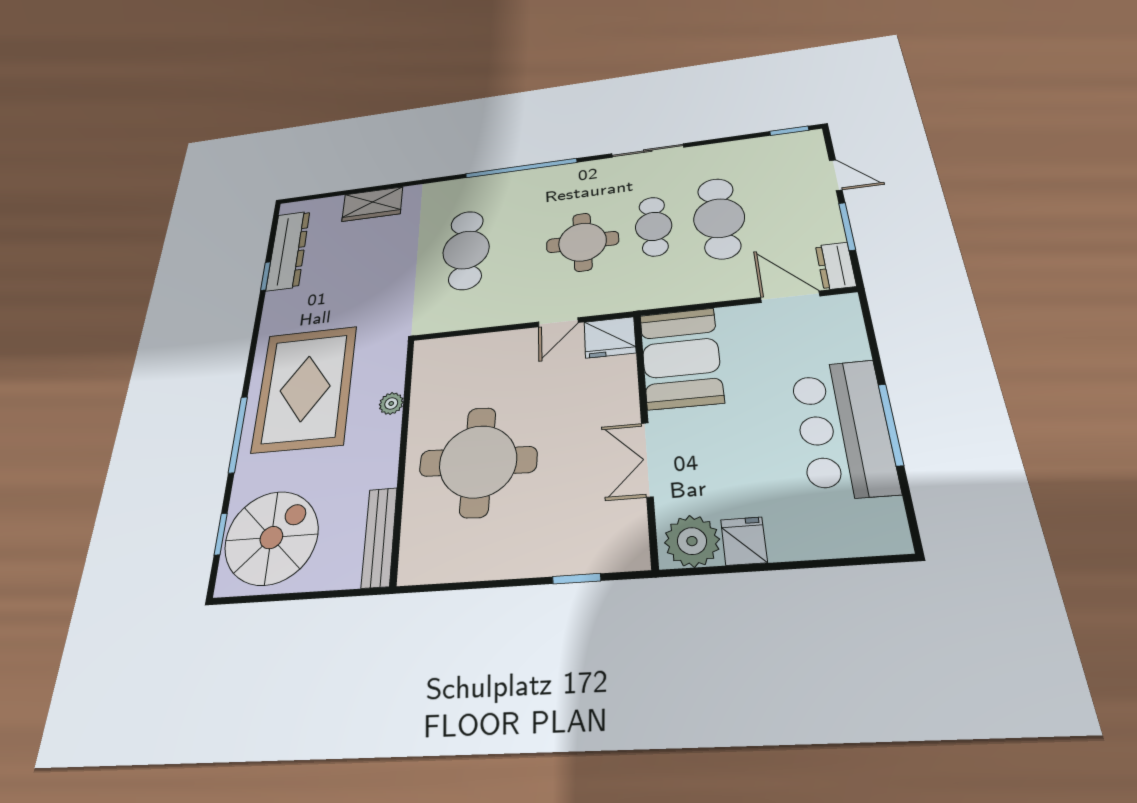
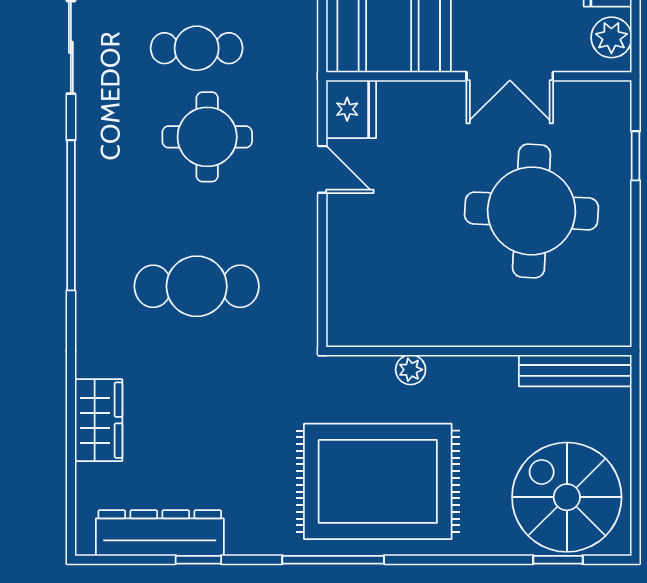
window: (238, 434) -> (333, 560), moved
round table: (478, 461) -> (531, 211), moved
plant: (692, 541) -> (611, 37), width x0.73, depth x0.73

